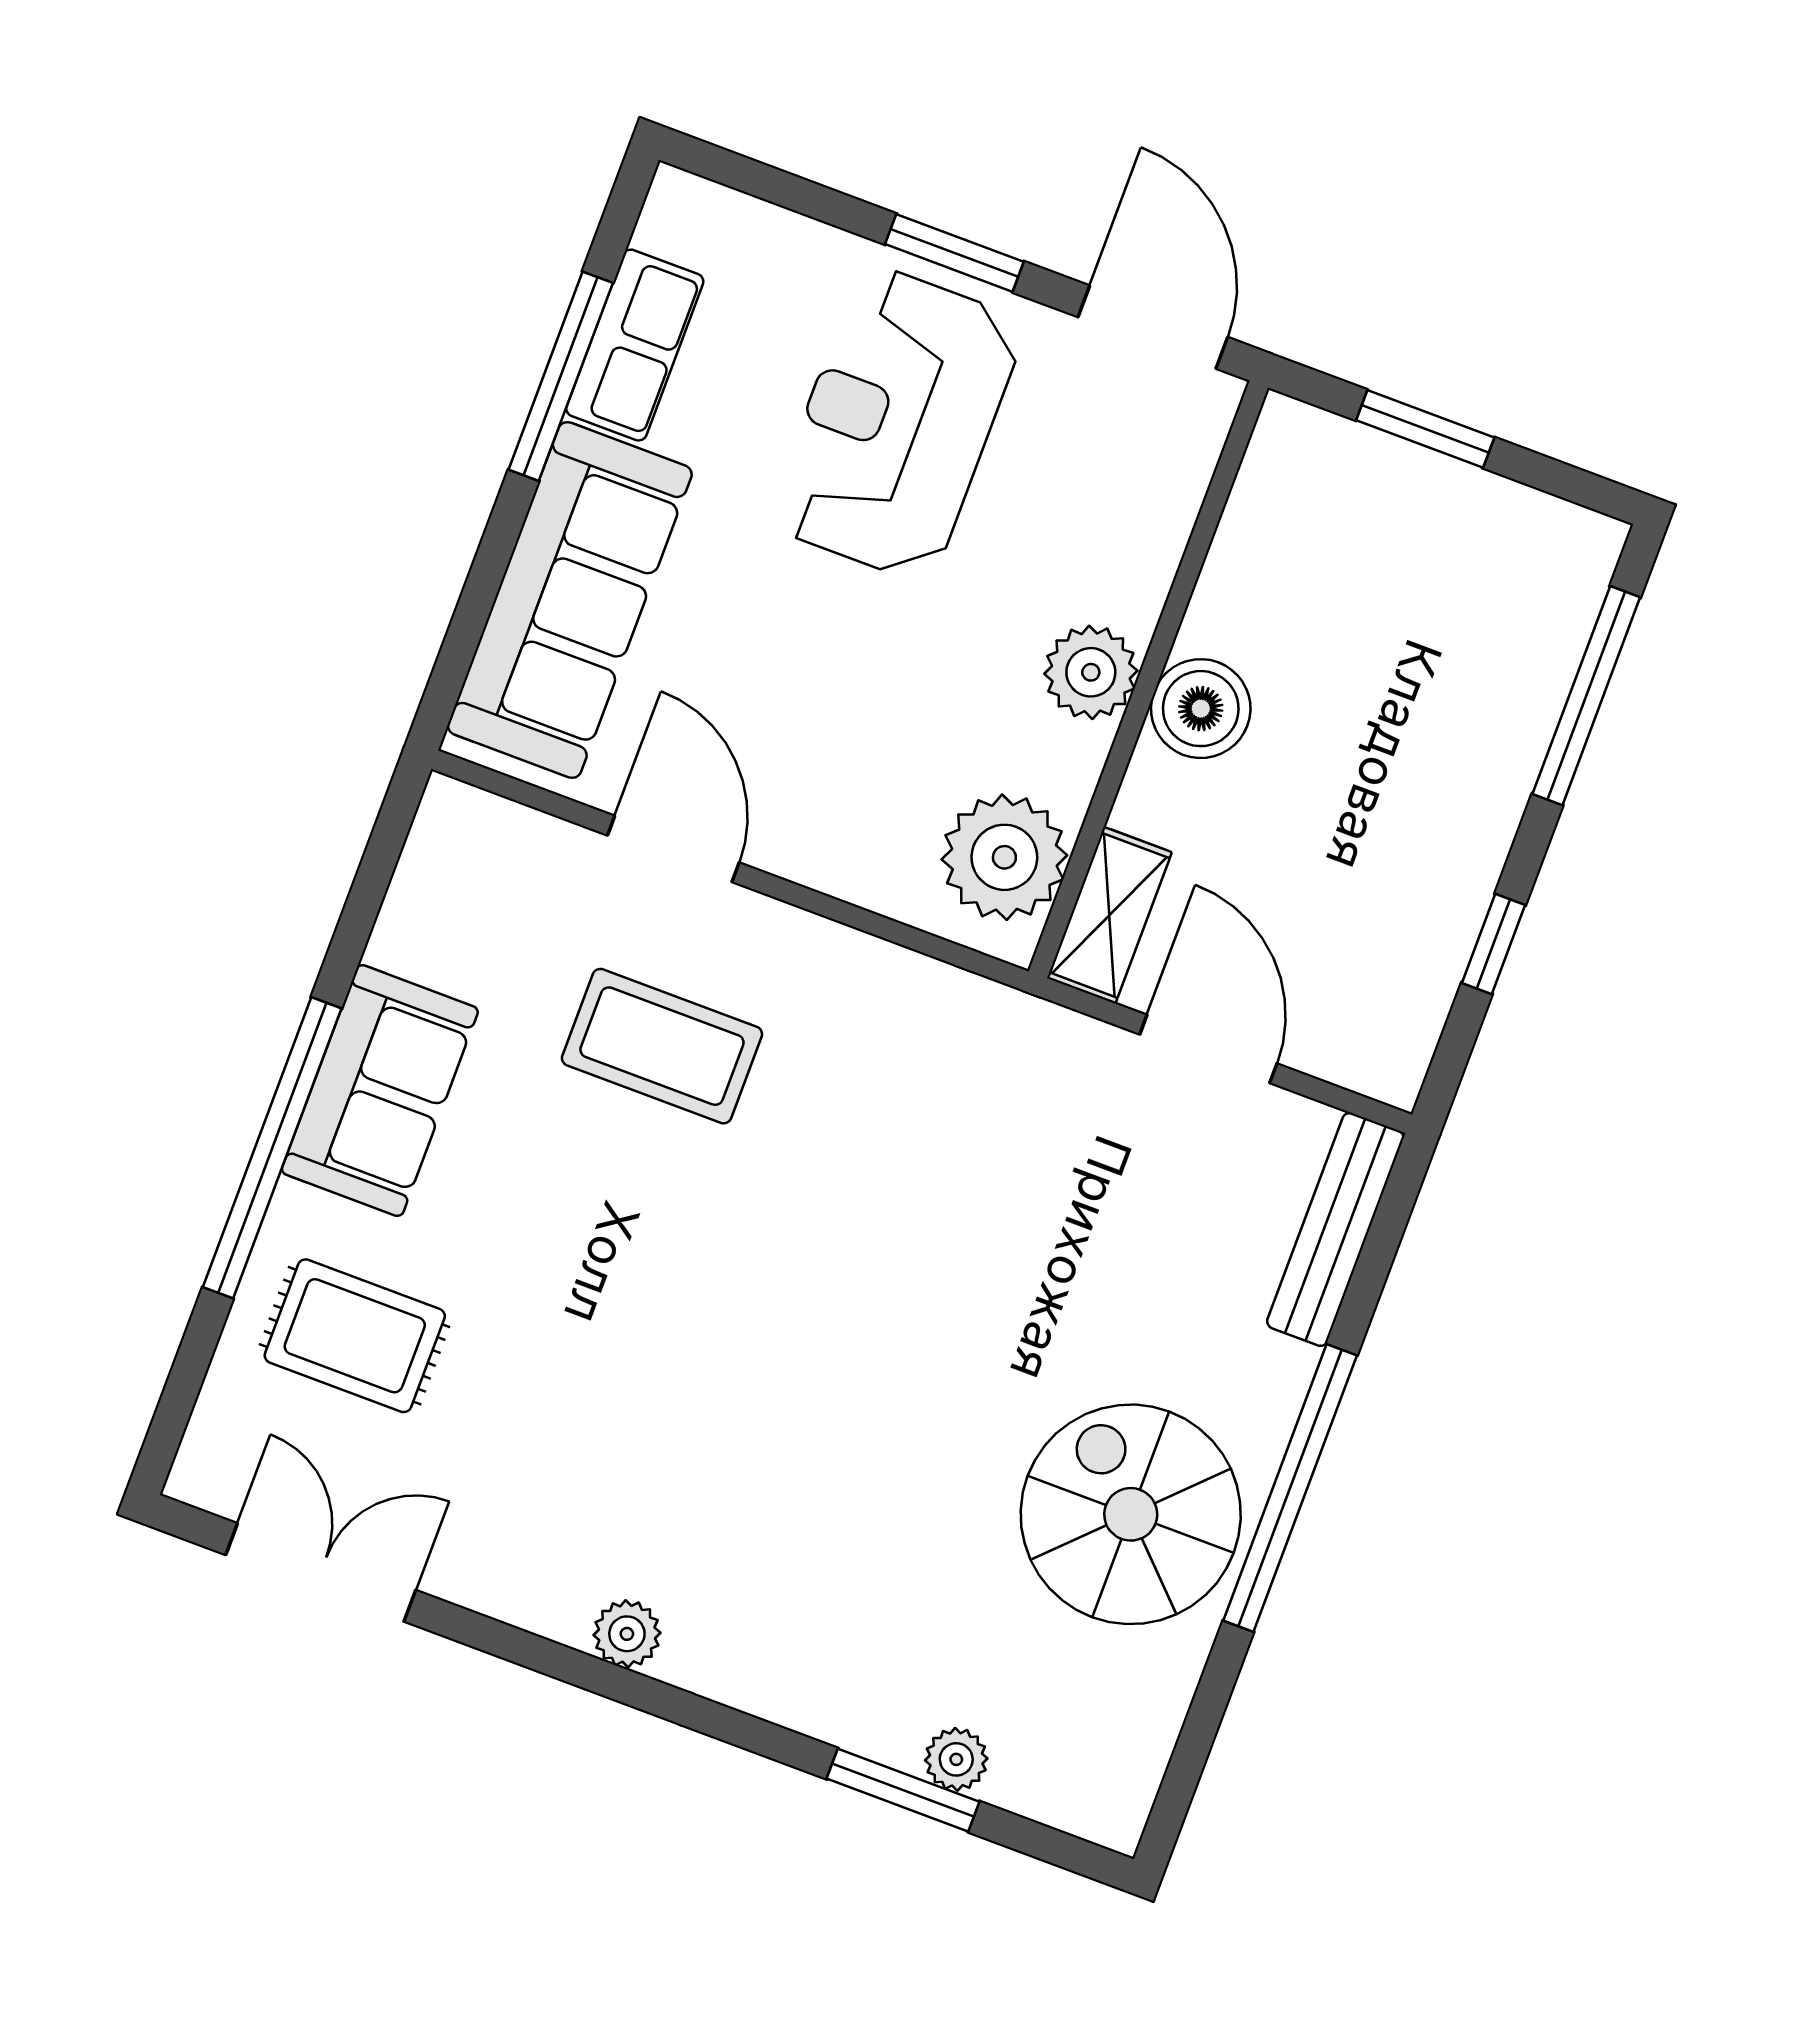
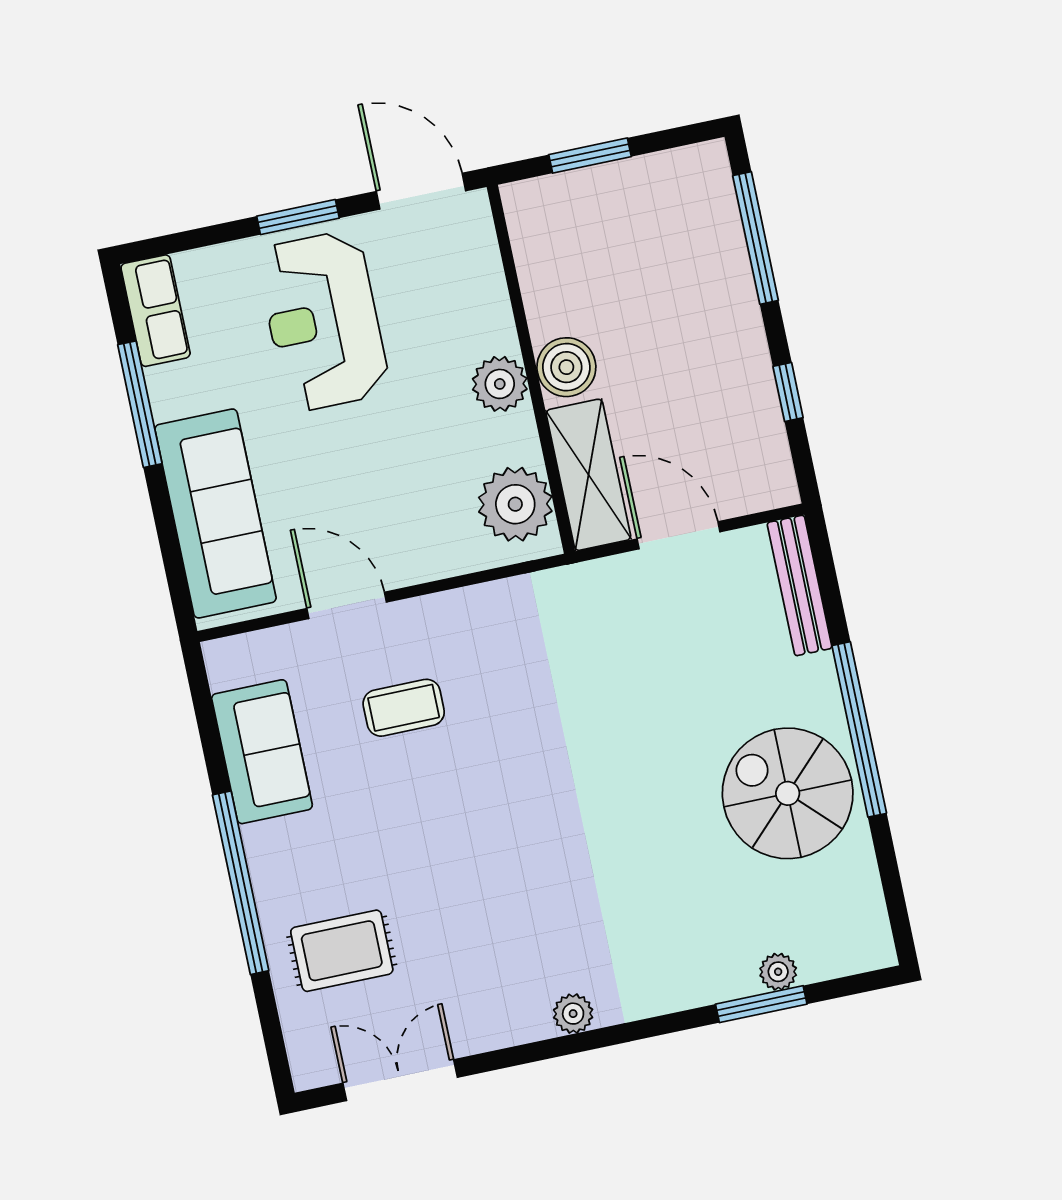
row of seats: (635, 345) -> (156, 311), moved
shelving: (1109, 915) -> (588, 475), width x1.50, depth x1.33
coffee table: (662, 1046) -> (404, 708), width x0.73, depth x0.77
sofa: (380, 1091) -> (262, 752), moved

